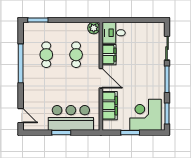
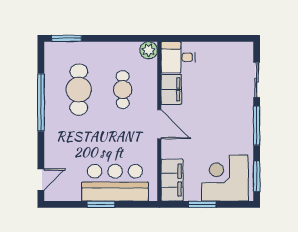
cafe table: (46, 55) -> (79, 90), width x1.37, depth x1.35
filing cabinet: (110, 106) -> (172, 180), moved
door: (21, 116) -> (41, 179), hinge flipped

